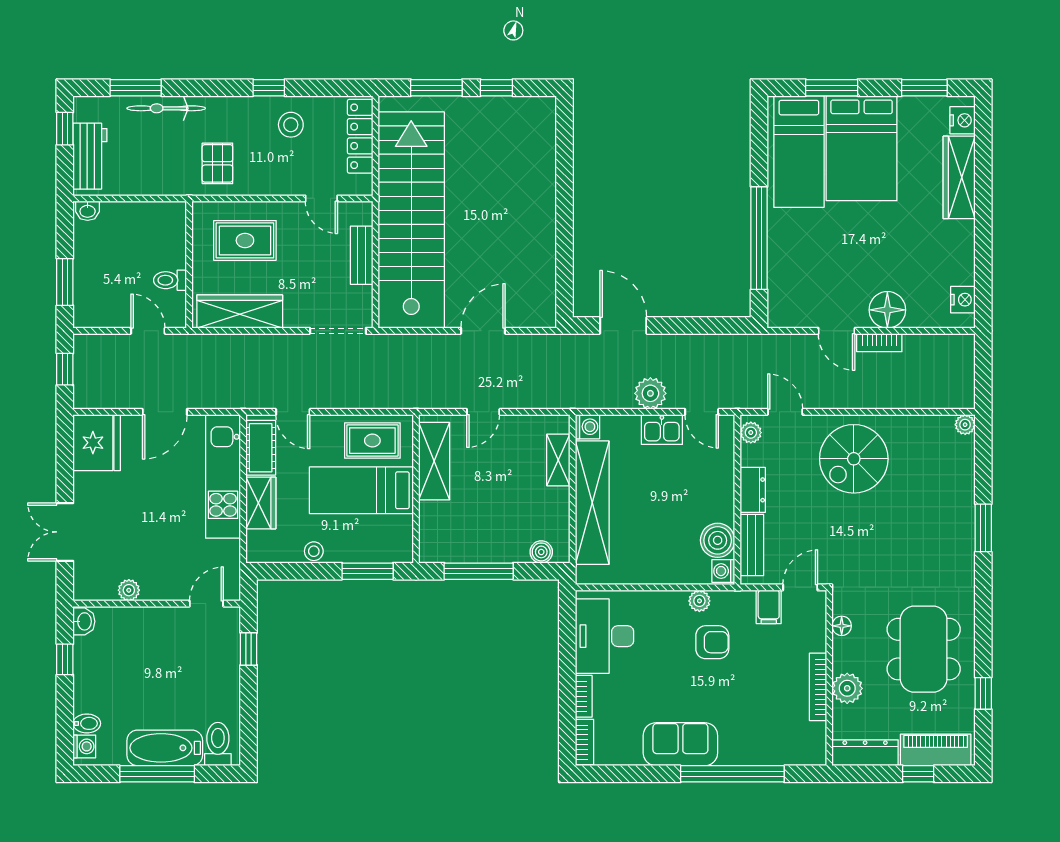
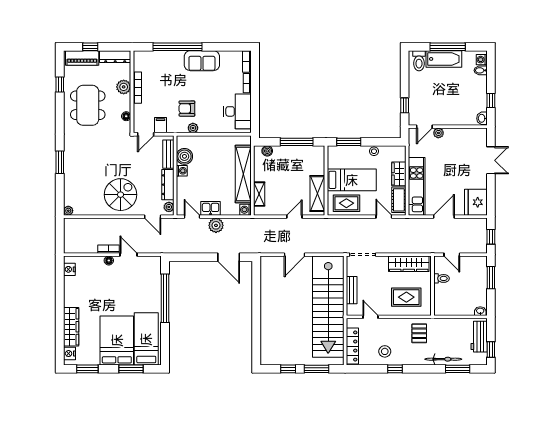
floor lamp: (887, 310) -> (109, 261), width x0.53, depth x0.53
dresser: (753, 490) -> (168, 185), width x1.44
washing machine: (723, 571) -> (182, 171), moved
plant: (129, 590) -> (438, 133), moved

